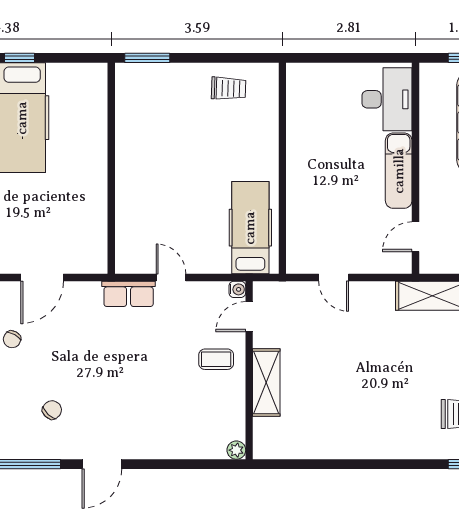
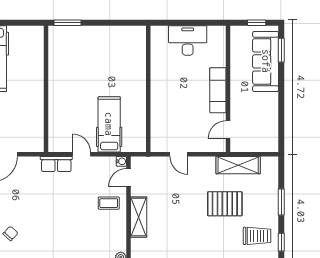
trolley: (229, 88) -> (116, 41), removed
desk: (387, 99) -> (188, 40), moved, turned -90
hospital bed: (250, 228) -> (109, 124), moved
pallet: (410, 360) -> (225, 204), added

